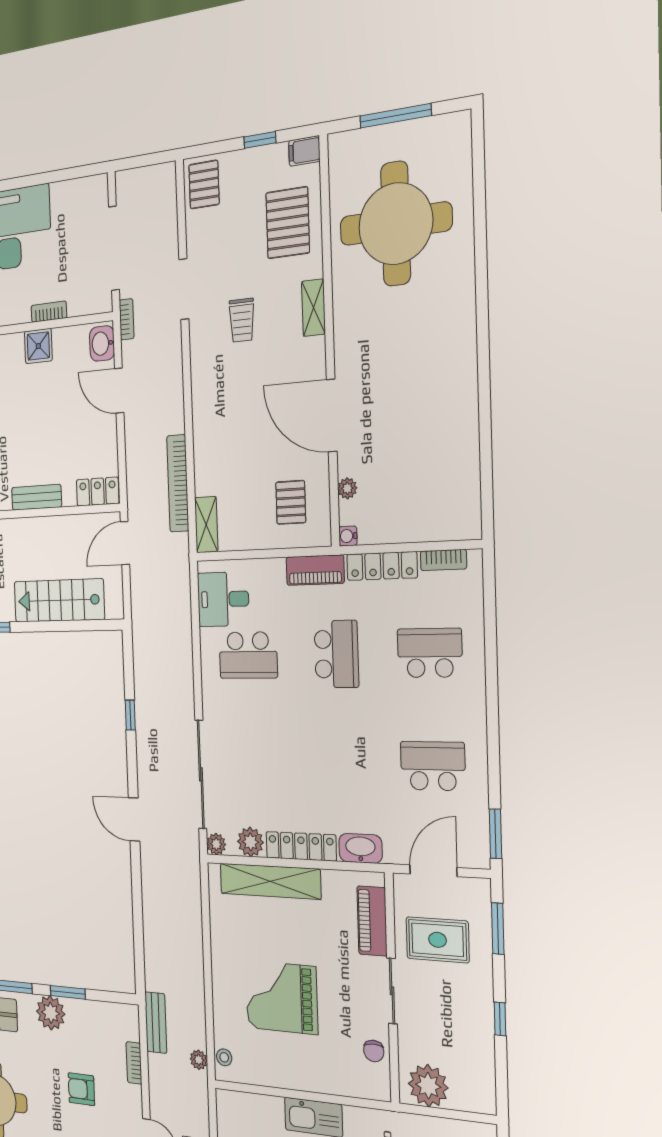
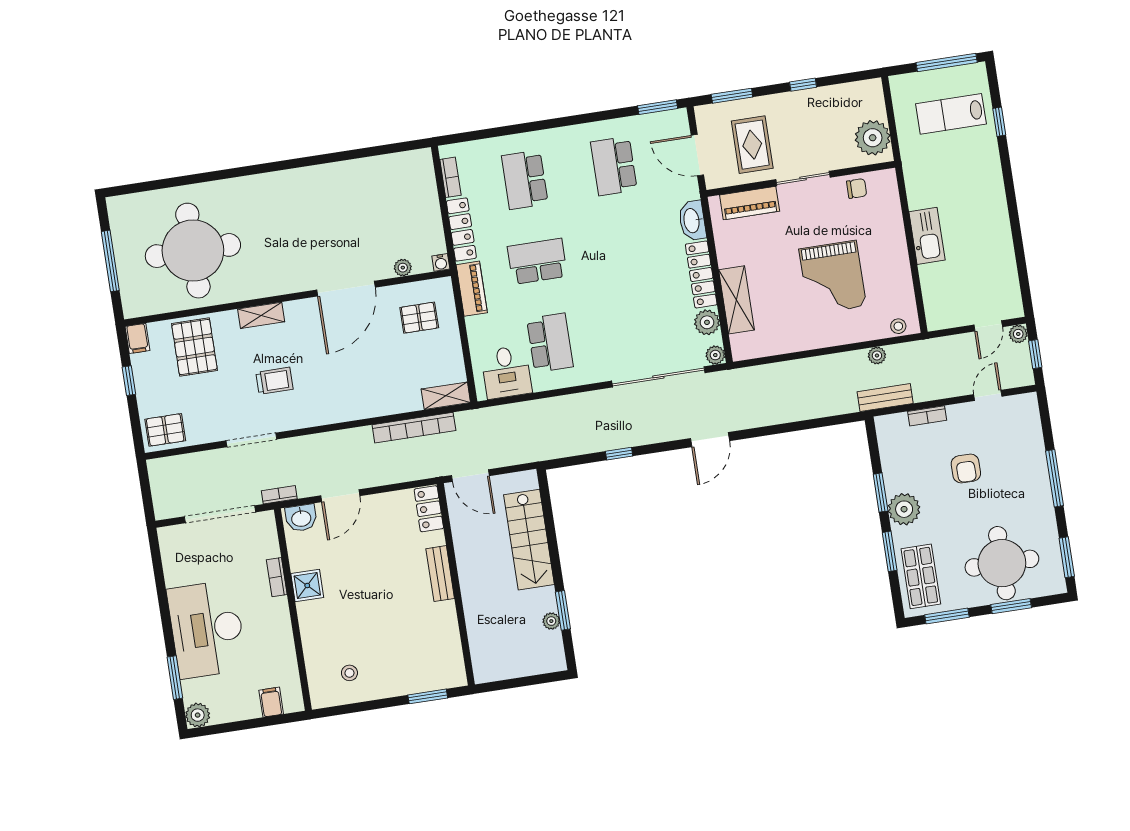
pallet: (288, 223) -> (194, 347), turned 90
shelving: (270, 881) -> (737, 300), width x0.68
plant: (199, 1060) -> (877, 355), moved

